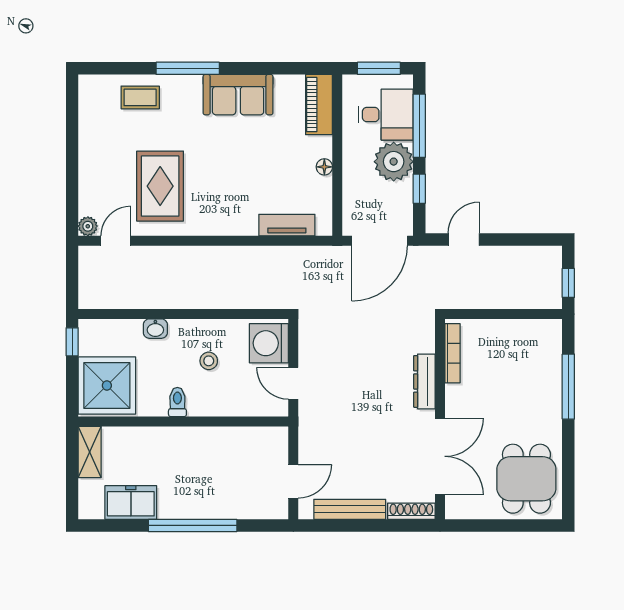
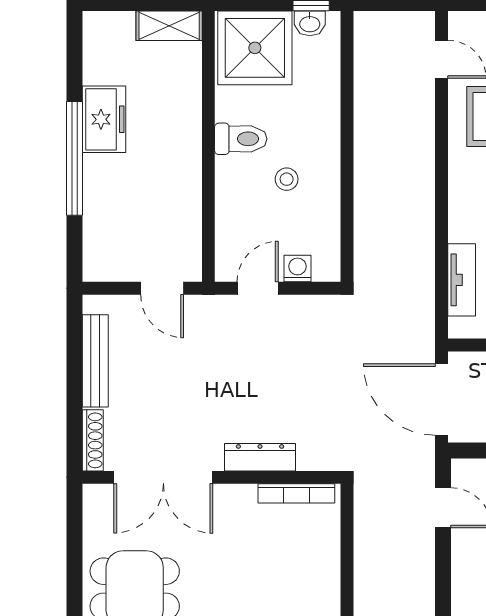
plant: (88, 226) -> (460, 23), removed
washbasin: (155, 329) -> (310, 23), moved, turned -90
washing machine: (269, 343) -> (297, 269), width x0.53, depth x0.53
toilet: (177, 402) -> (241, 139), width x1.37, depth x1.39
door: (293, 481) -> (162, 288), moved
freezer: (131, 503) -> (104, 119), moved

